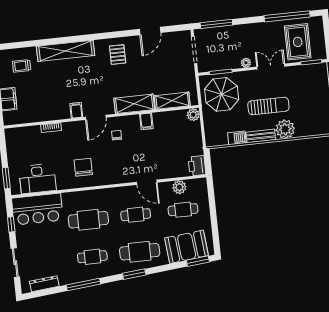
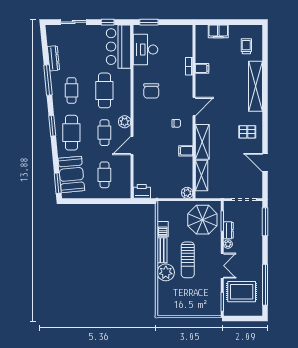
dresser: (230, 64) -> (228, 230), added
filing cabinet: (76, 110) -> (202, 68), moved
door: (96, 117) -> (194, 107), swing flipped
chair: (83, 167) -> (151, 91), turned 90
plant: (179, 187) -> (125, 122), moved
dresser: (44, 284) -> (53, 58), moved

